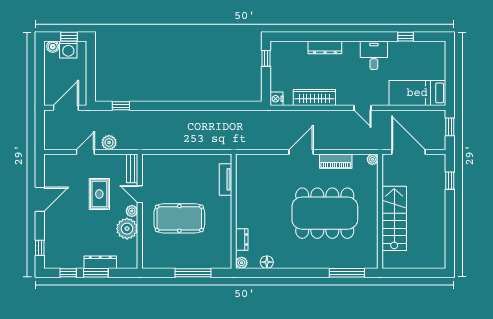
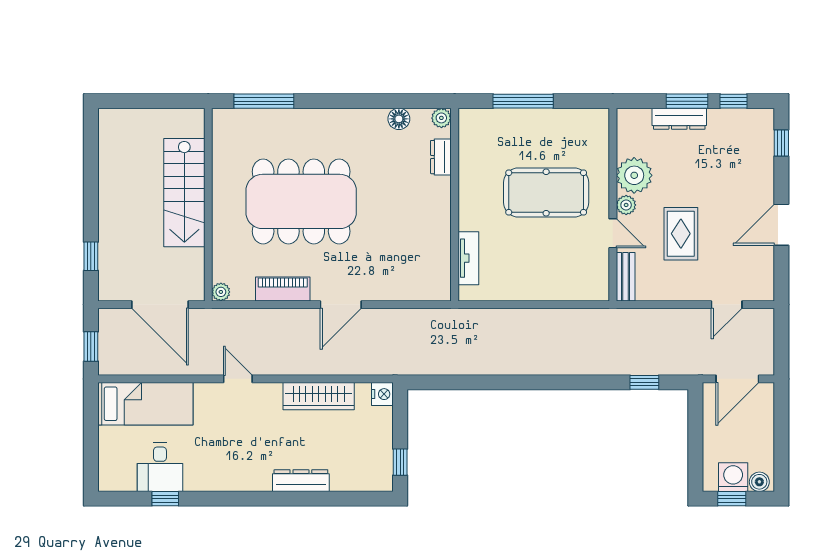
desk: (374, 55) -> (160, 467), moved
plant: (109, 143) -> (664, 320), removed
door: (85, 152) -> (727, 305), moved

